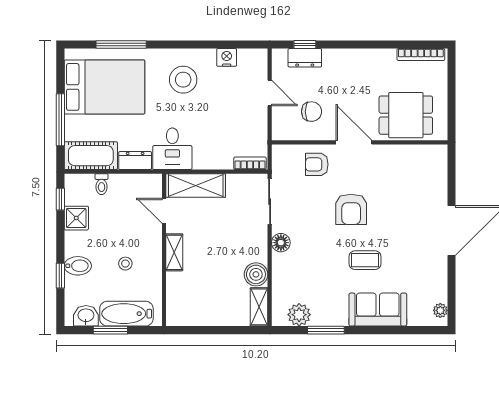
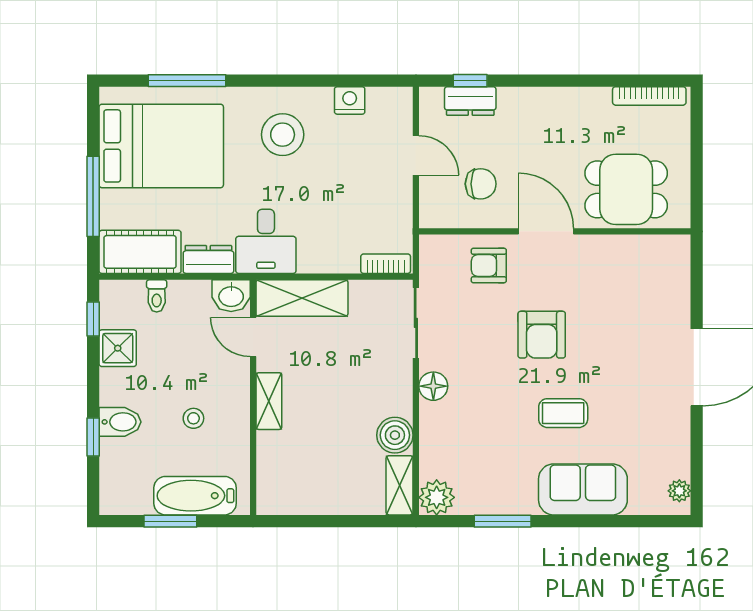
plant: (299, 315) -> (437, 497), moved
washbasin: (86, 316) -> (231, 296), moved, turned 180

